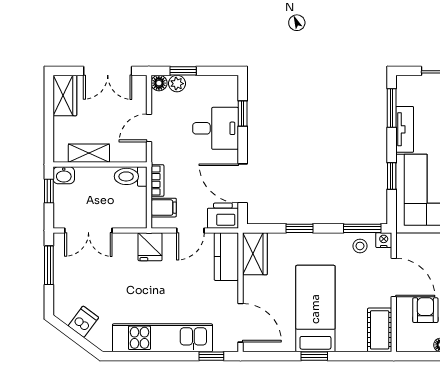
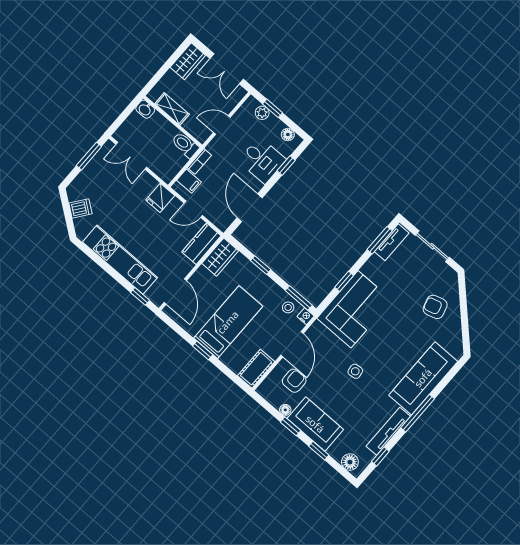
floor lamp: (159, 83) -> (288, 135), moved
tv unit: (405, 129) -> (392, 242), moved
window: (49, 191) -> (128, 111), removed
printer: (223, 216) -> (221, 217), removed

